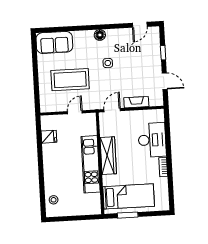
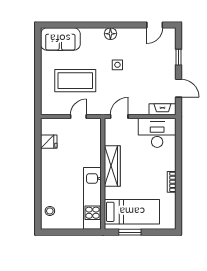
fireplace: (136, 102) -> (162, 109), moved
desk: (152, 140) -> (157, 133), moved, turned -90
kitchen unit: (91, 164) -> (92, 198), moved

